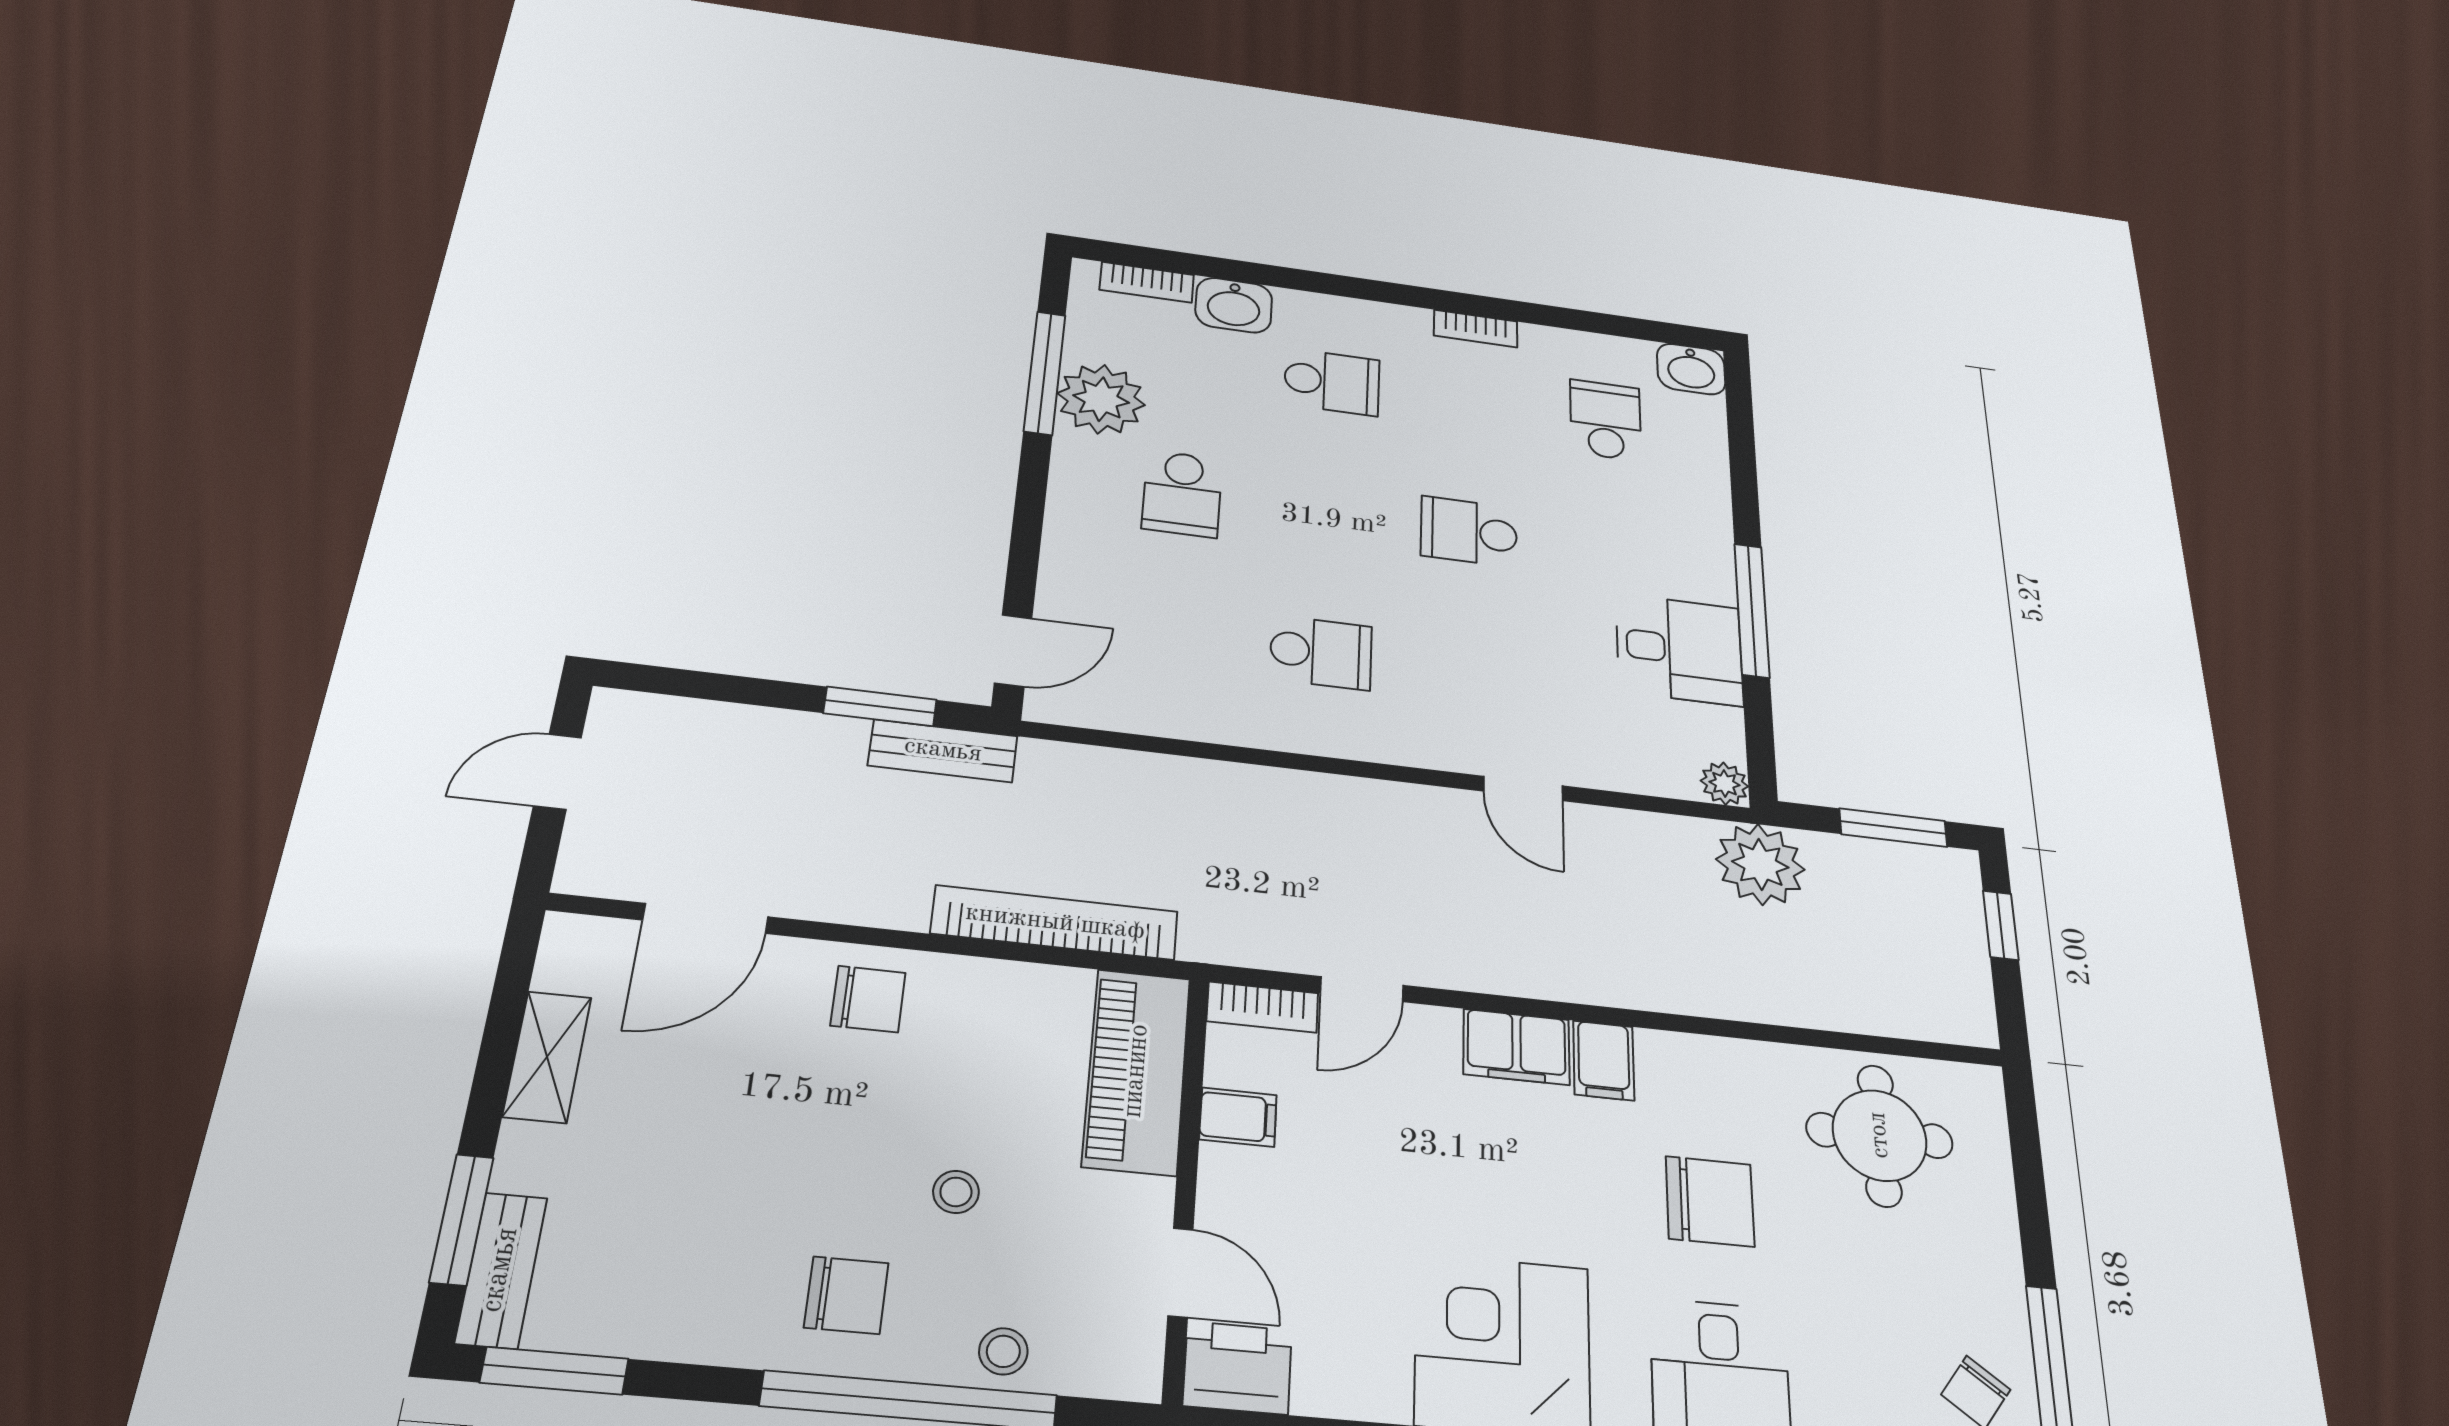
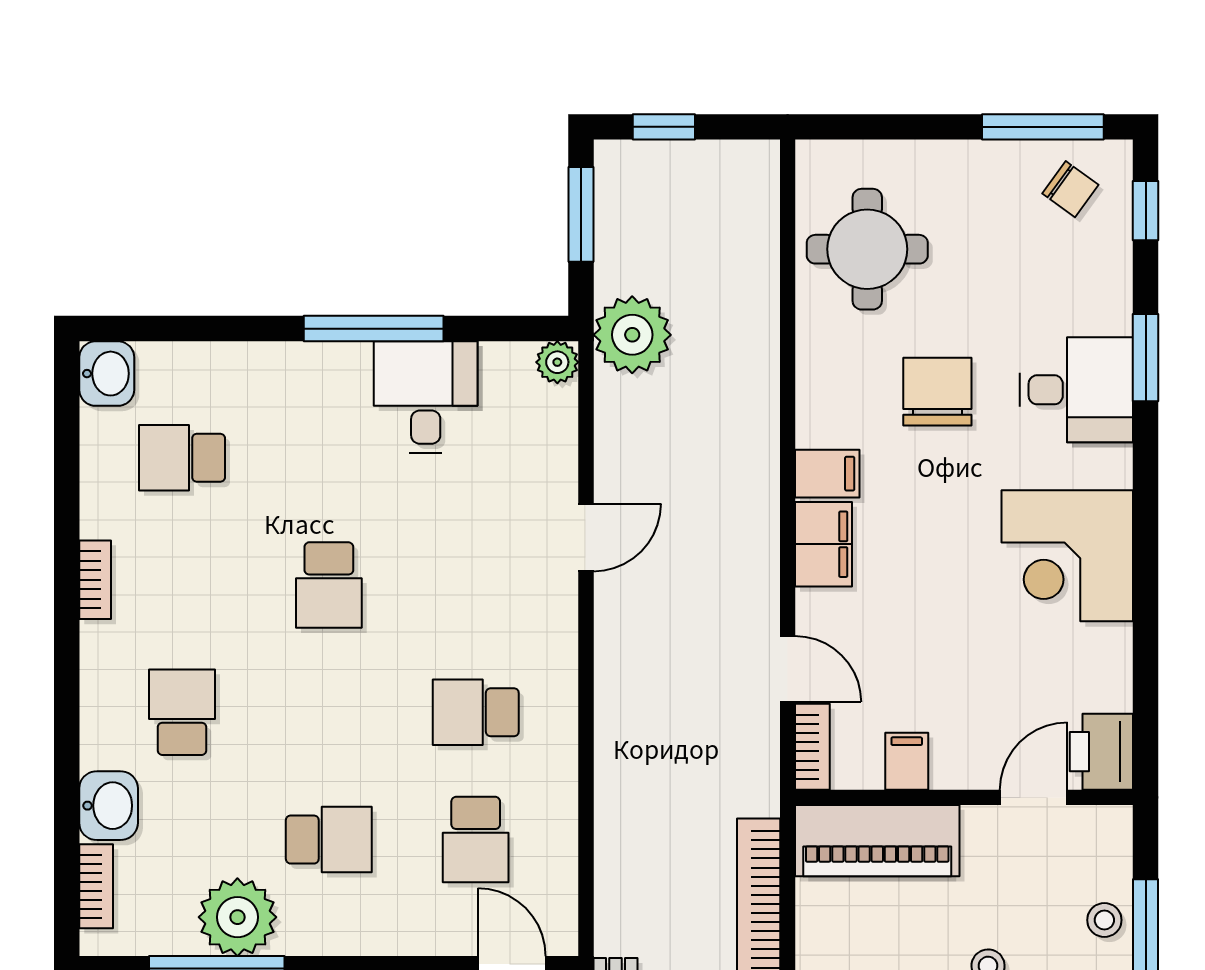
school desk: (1171, 634) -> (476, 840), added
school desk: (1321, 653) -> (476, 712), turned -90

